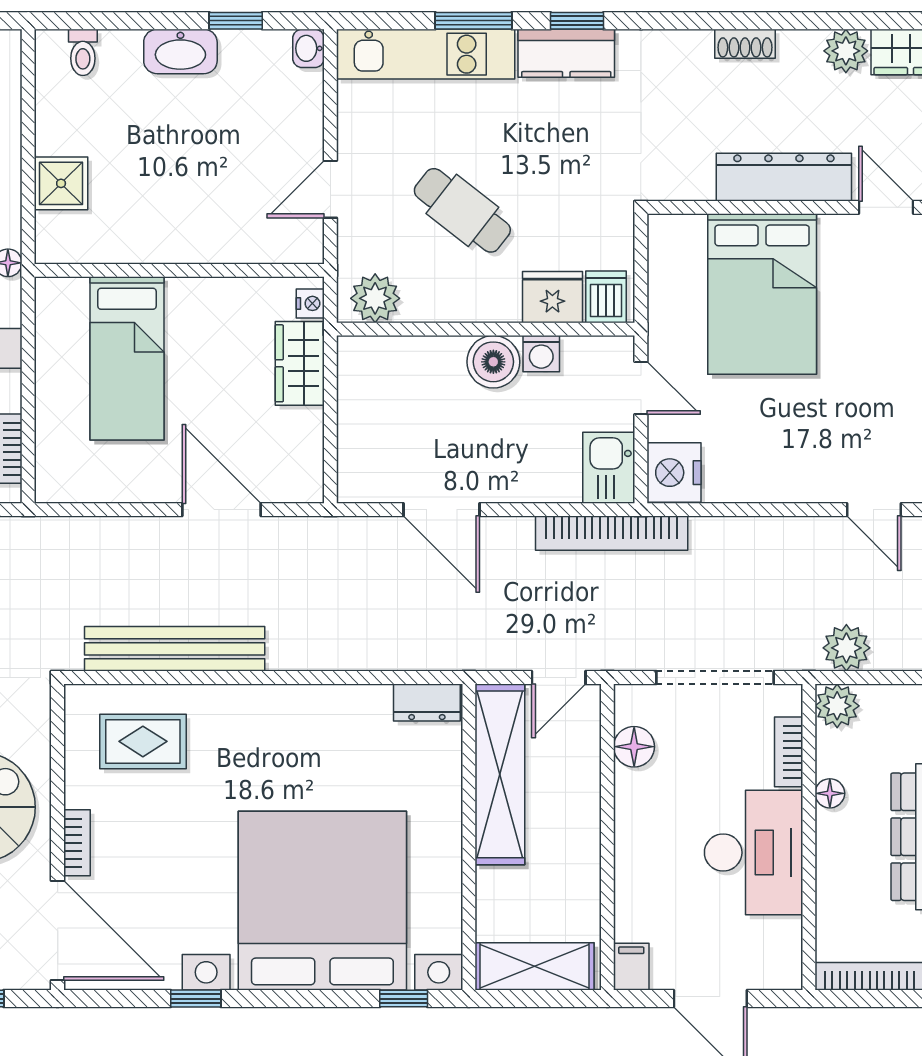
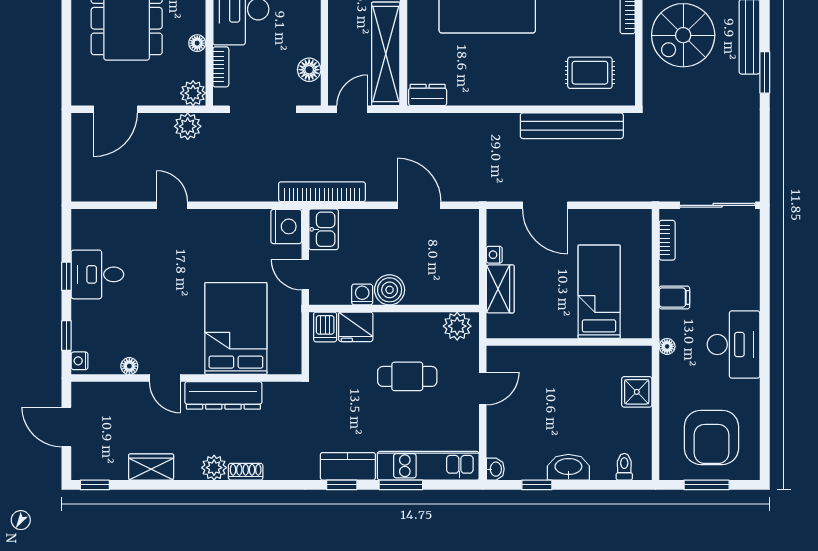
plant: (846, 51) -> (214, 468), moved
cafe table: (462, 210) -> (407, 376), turned -38
nightstand: (310, 303) -> (494, 255), moved

